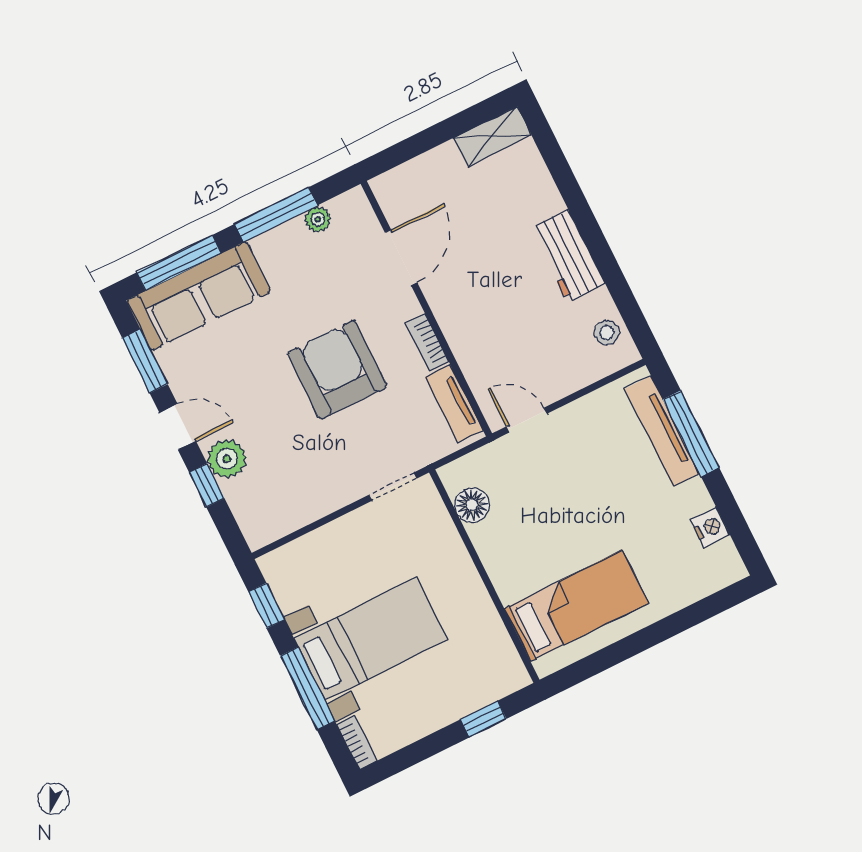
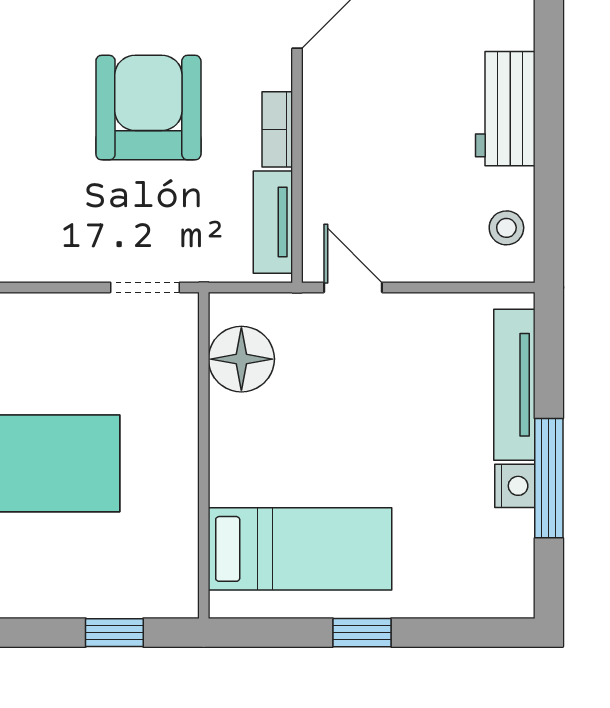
window: (691, 434) -> (549, 478), moved
floor lamp: (472, 505) -> (241, 359), width x1.38, depth x1.38
nightstand: (710, 527) -> (515, 486), moved
window: (643, 640) -> (362, 633), added

